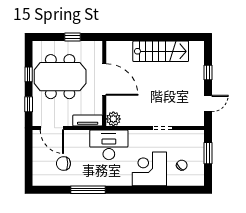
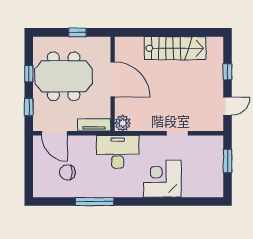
chair: (182, 165) -> (198, 174), removed

